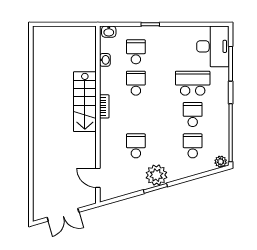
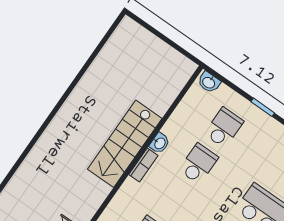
washbasin: (105, 60) -> (160, 143), moved

